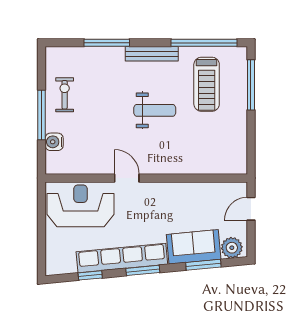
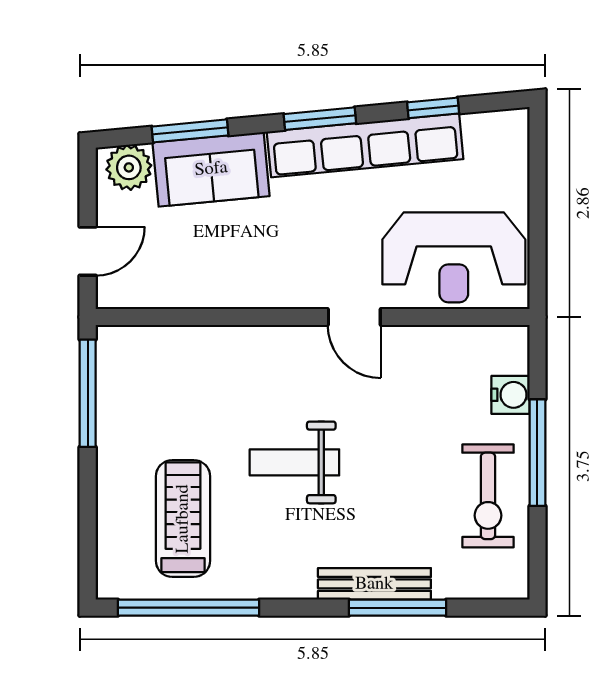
bench: (152, 54) -> (374, 584), moved
window: (251, 85) -> (88, 393), moved
exercise bike: (65, 95) -> (488, 496), width x1.38, depth x1.39

